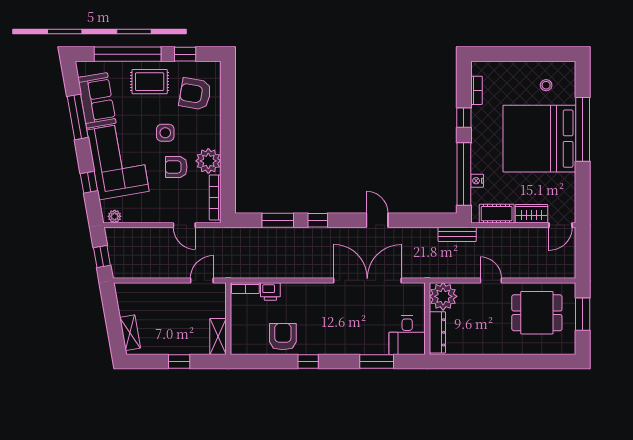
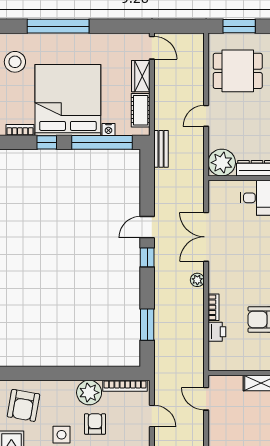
stool: (546, 85) -> (15, 62), width x1.89, depth x1.89
bed: (539, 139) -> (68, 100), moved, turned 180
armchair: (176, 167) -> (95, 424), turned 180
window: (318, 220) -> (147, 257), moved
door: (184, 225) -> (152, 416), hinge flipped
plant: (323, 271) -> (197, 280), added
double door: (367, 280) -> (206, 237), width x0.73
bookcase: (245, 288) -> (214, 307), moved
dining table: (537, 313) -> (238, 71), turned 90

